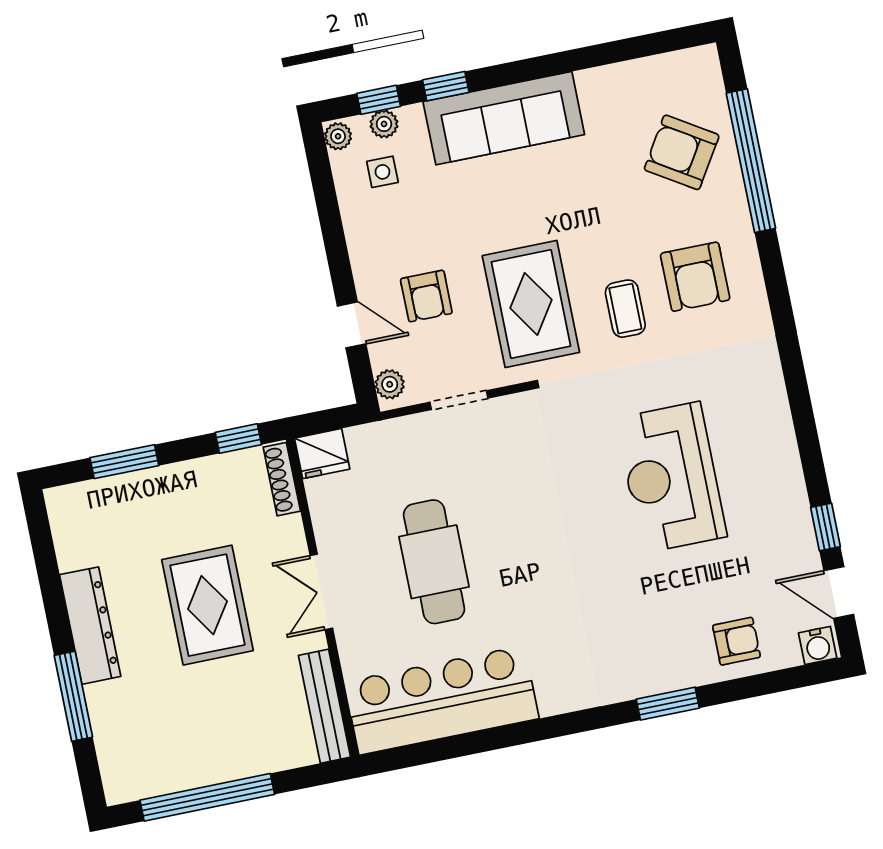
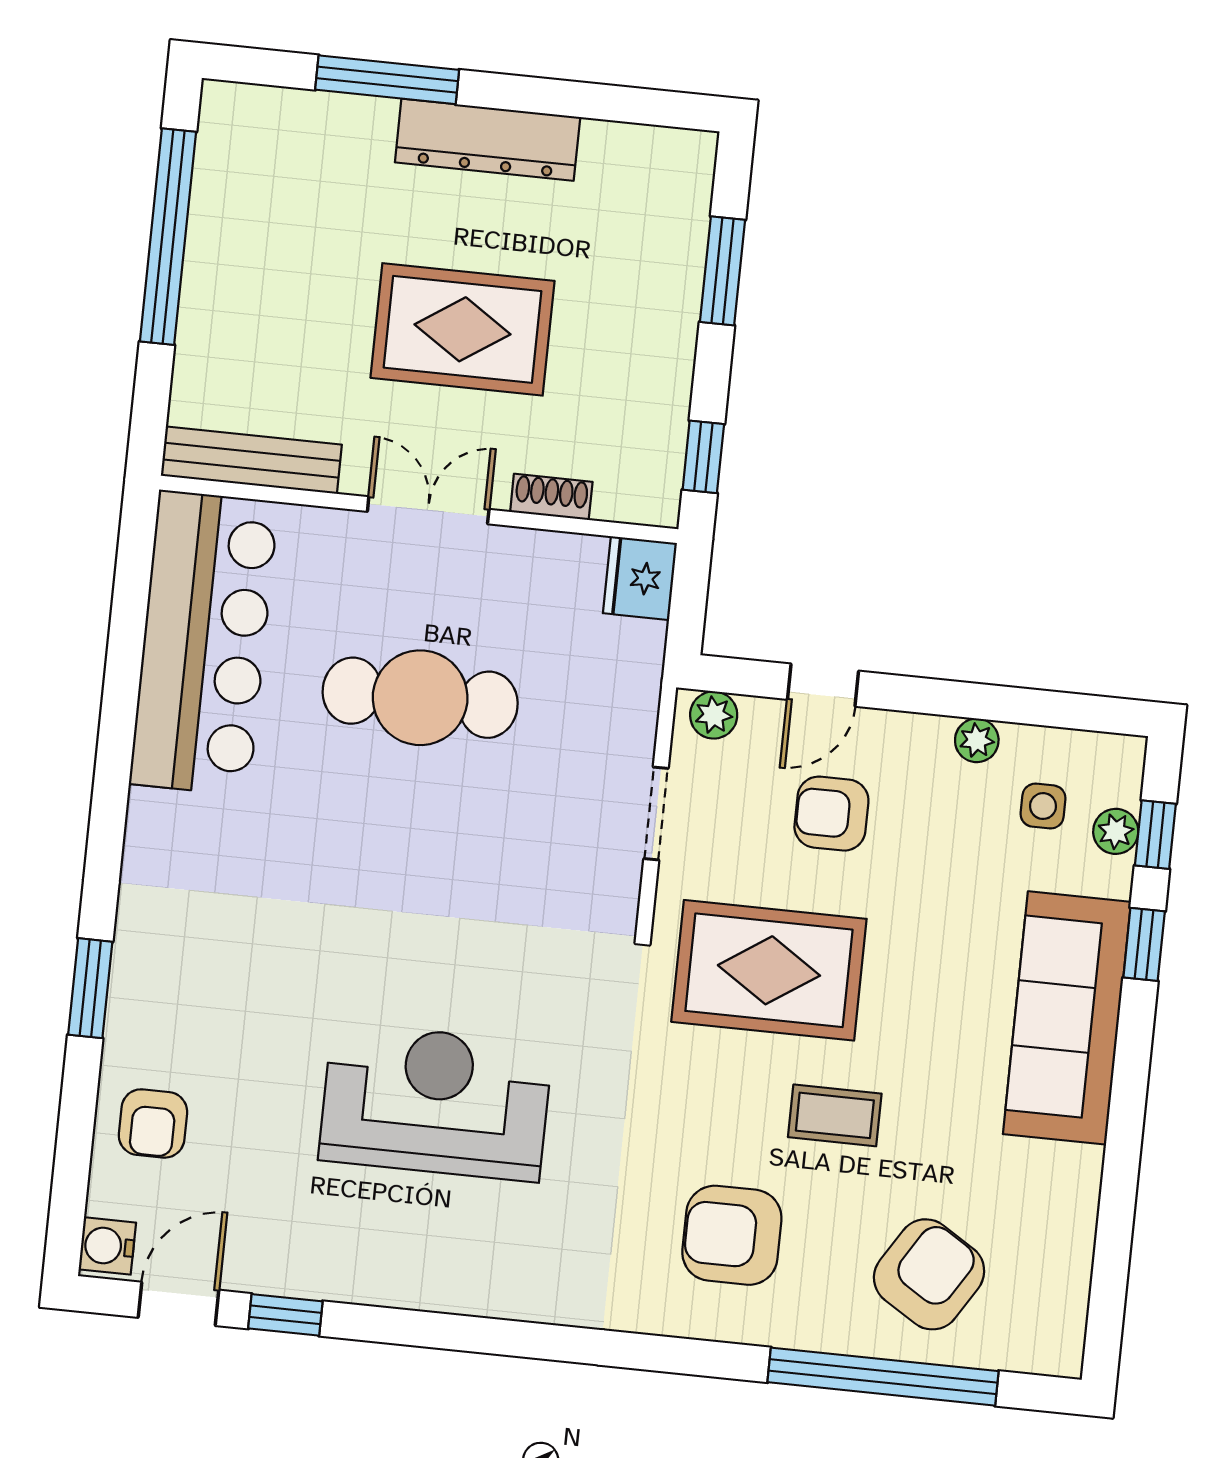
plant: (338, 136) -> (977, 740), moved
coffee table: (625, 309) -> (835, 1115), moved
shoe rack: (282, 479) -> (551, 497), moved, width x0.70

